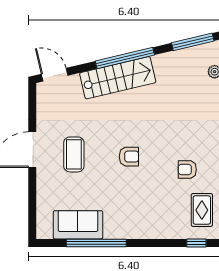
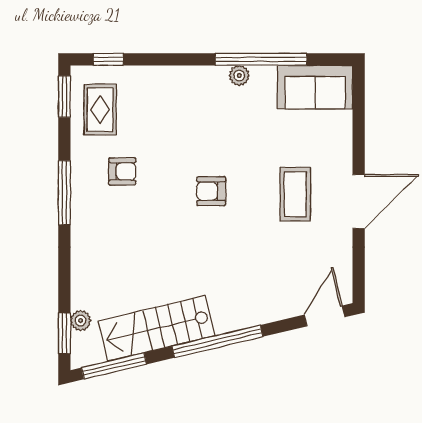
door: (55, 75) -> (325, 316), swing flipped
stairs: (118, 78) -> (156, 328), moved
sofa: (78, 225) -> (315, 87), moved
plant: (111, 232) -> (239, 75), added

